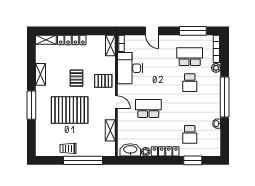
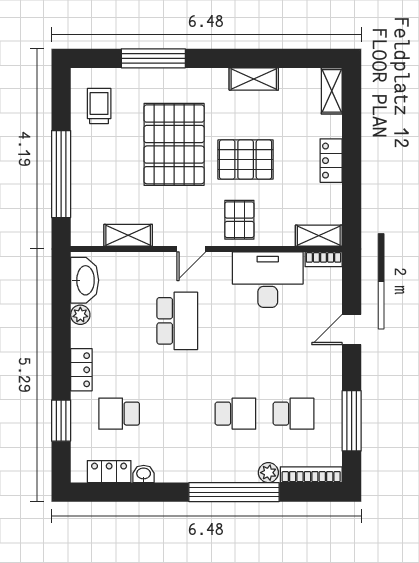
locker: (72, 40) -> (331, 161), width x0.66
school desk: (190, 57) -> (293, 414), width x0.54
pallet: (76, 78) -> (246, 160), width x1.50, depth x1.42
school desk: (190, 83) -> (235, 414), turned 180
window: (225, 97) -> (234, 492), moved
window: (31, 105) -> (153, 58), moved
locker: (216, 139) -> (109, 472), added
trolley: (68, 148) -> (99, 106), moved
locker: (165, 151) -> (81, 370), width x0.66

